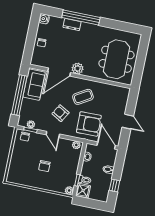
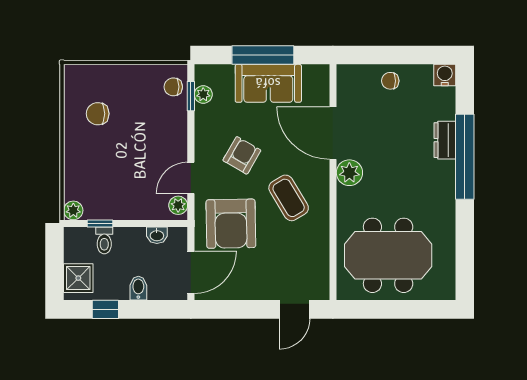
sofa: (34, 85) -> (268, 83), moved
window: (19, 95) -> (263, 55), width x0.68
door: (128, 122) -> (294, 309), moved
door: (53, 134) -> (191, 178), moved
chair: (44, 166) -> (98, 114), moved
shower: (83, 191) -> (78, 278), moved

